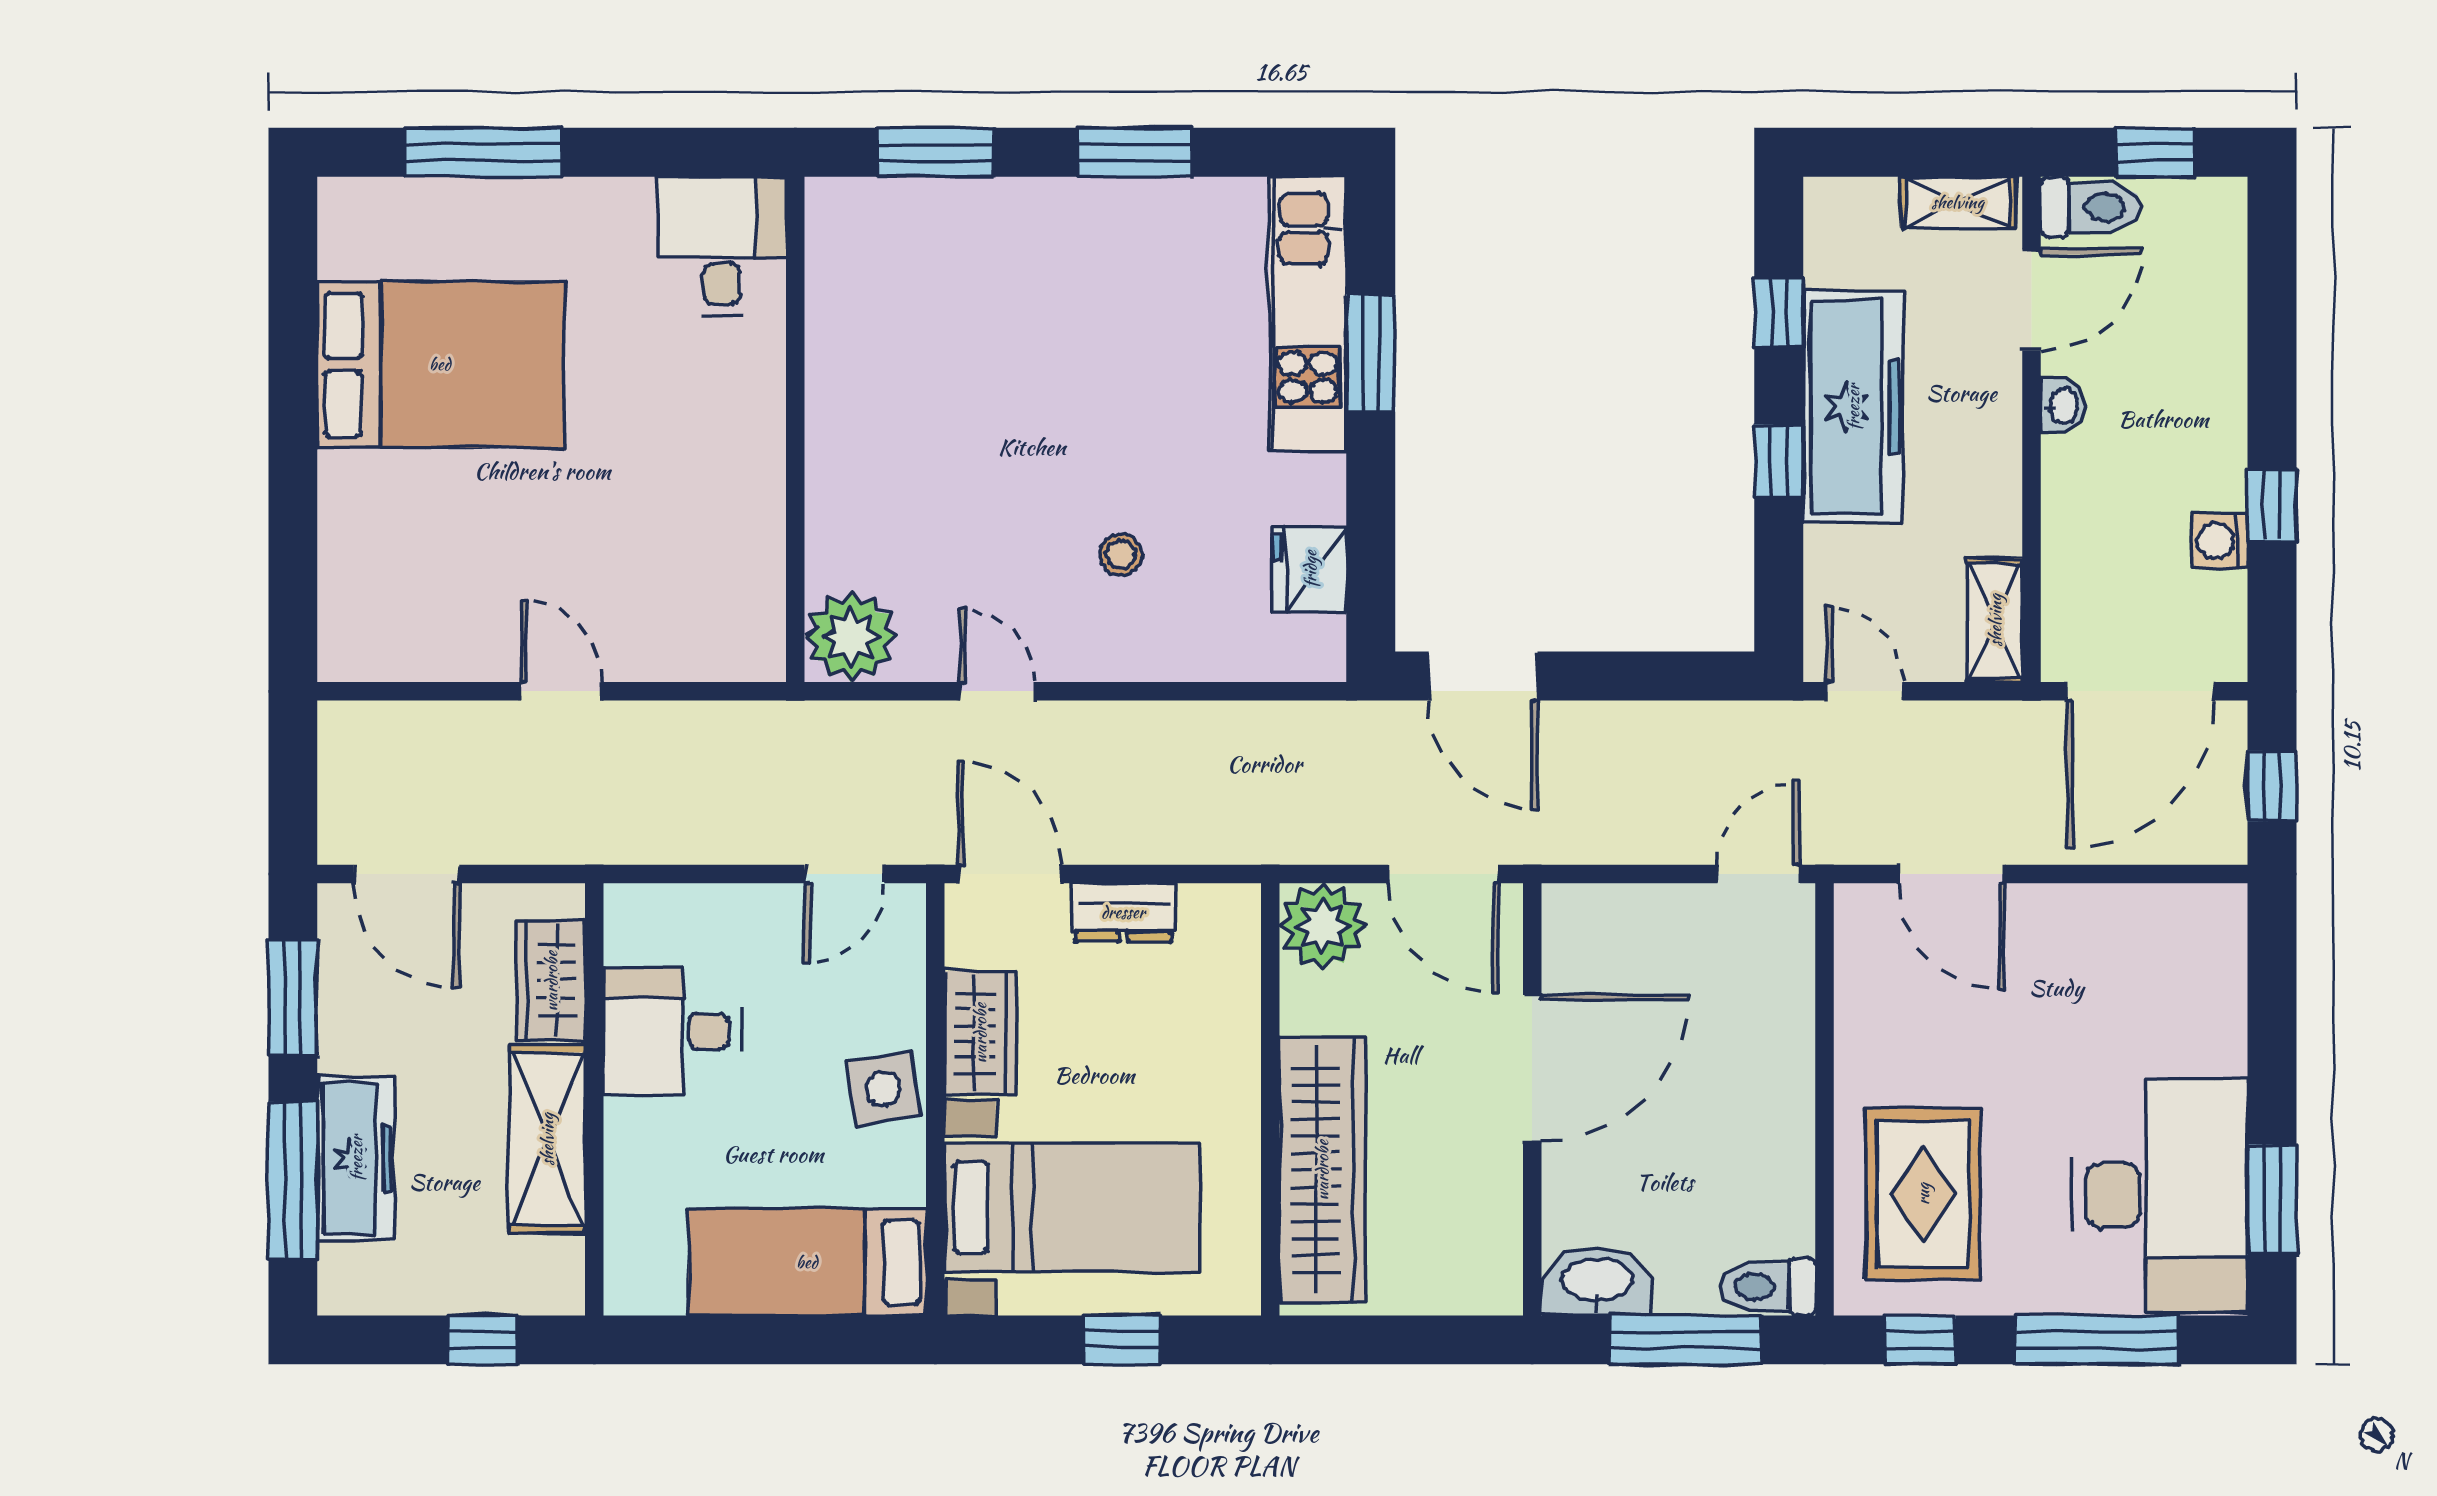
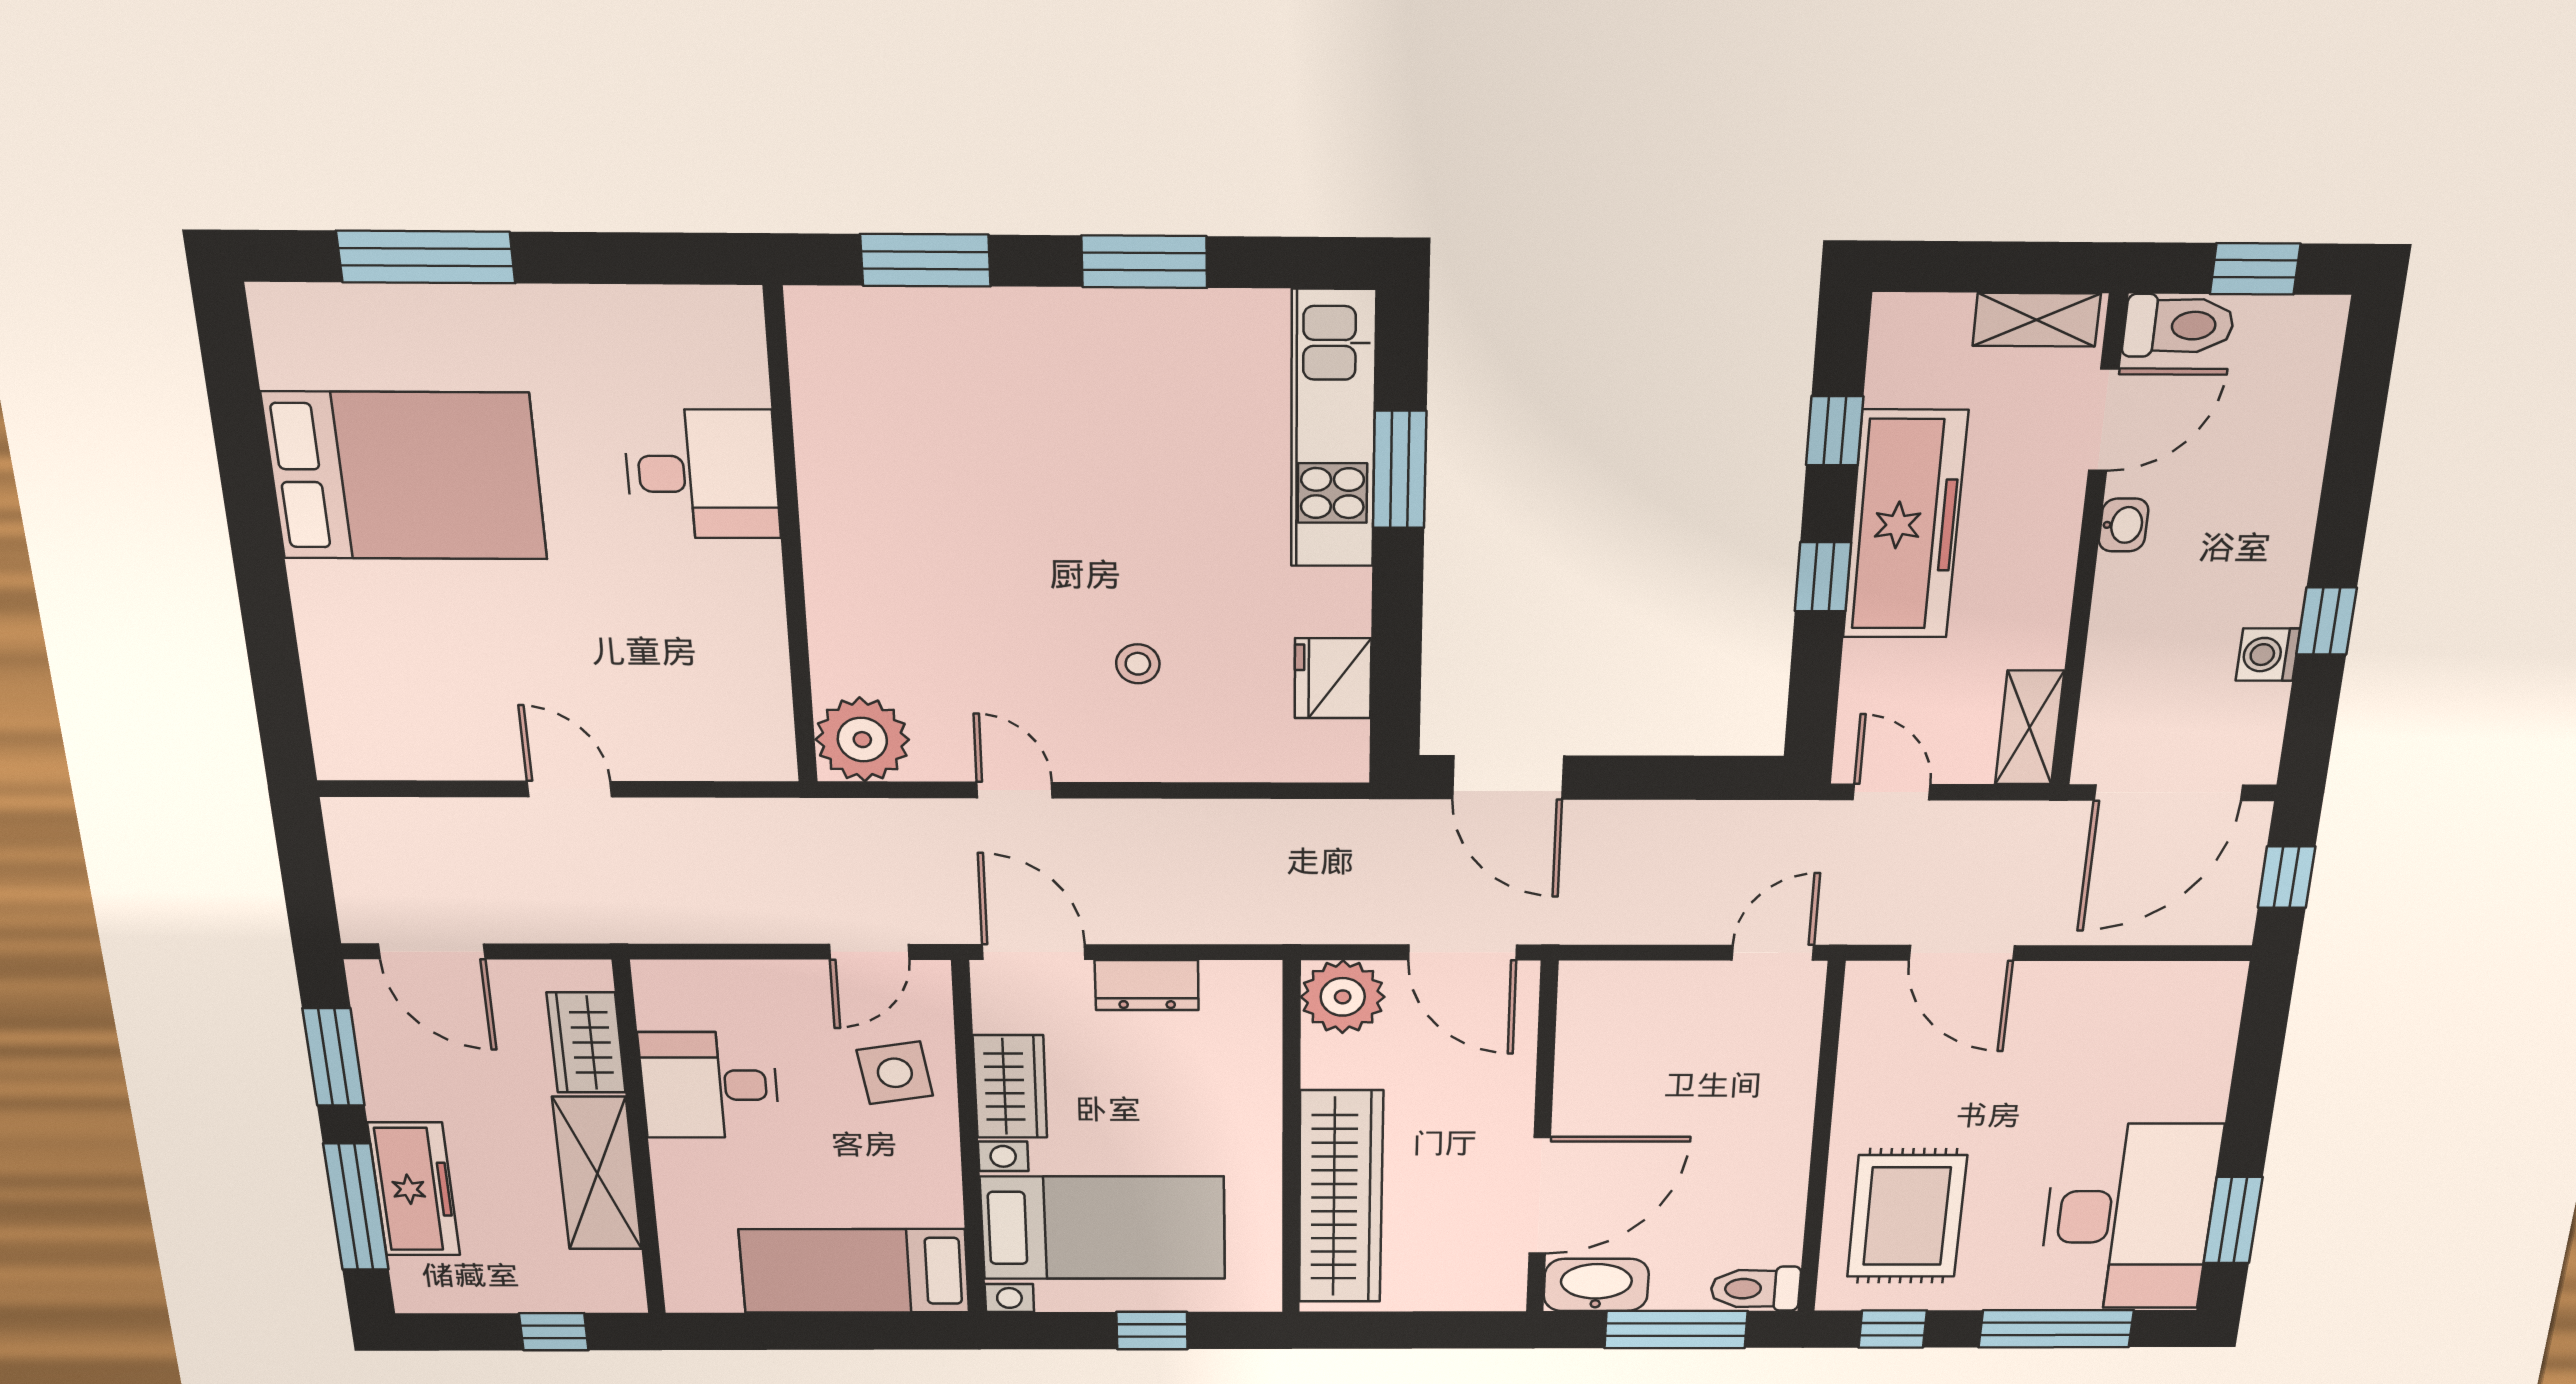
desk: (722, 246) -> (702, 474), moved, turned 90
door: (1532, 1068) -> (1540, 1196), moved
side table: (883, 1089) -> (895, 1073), moved

